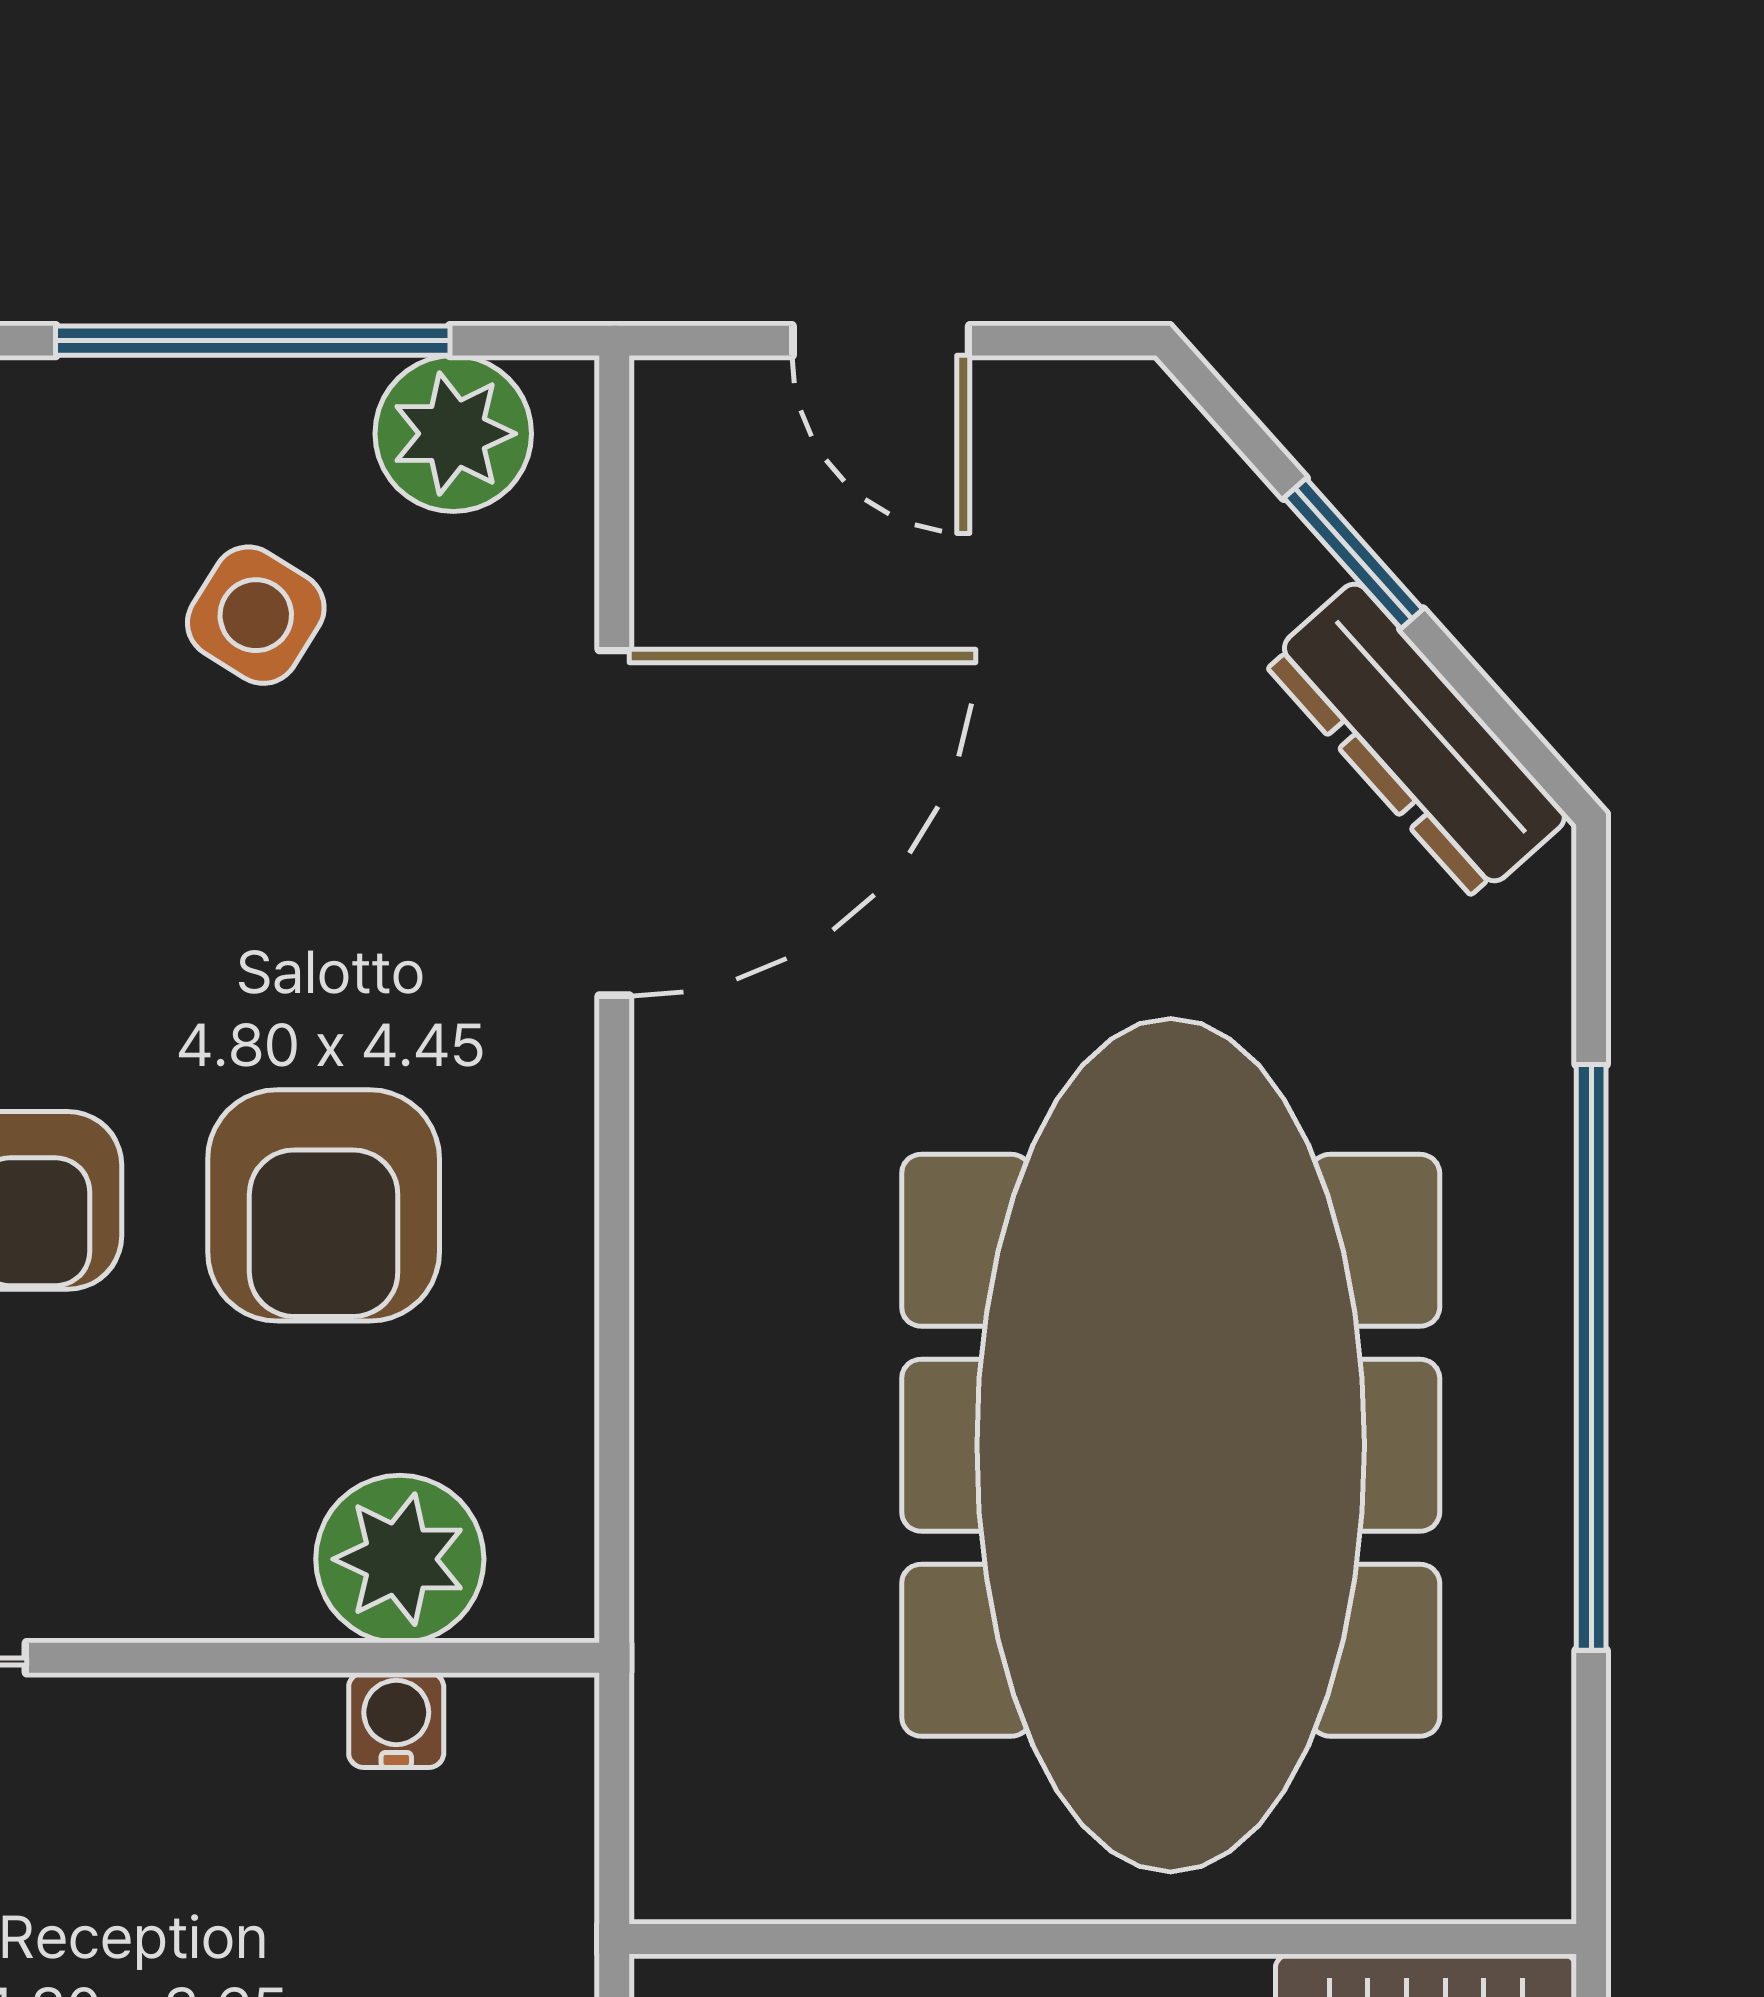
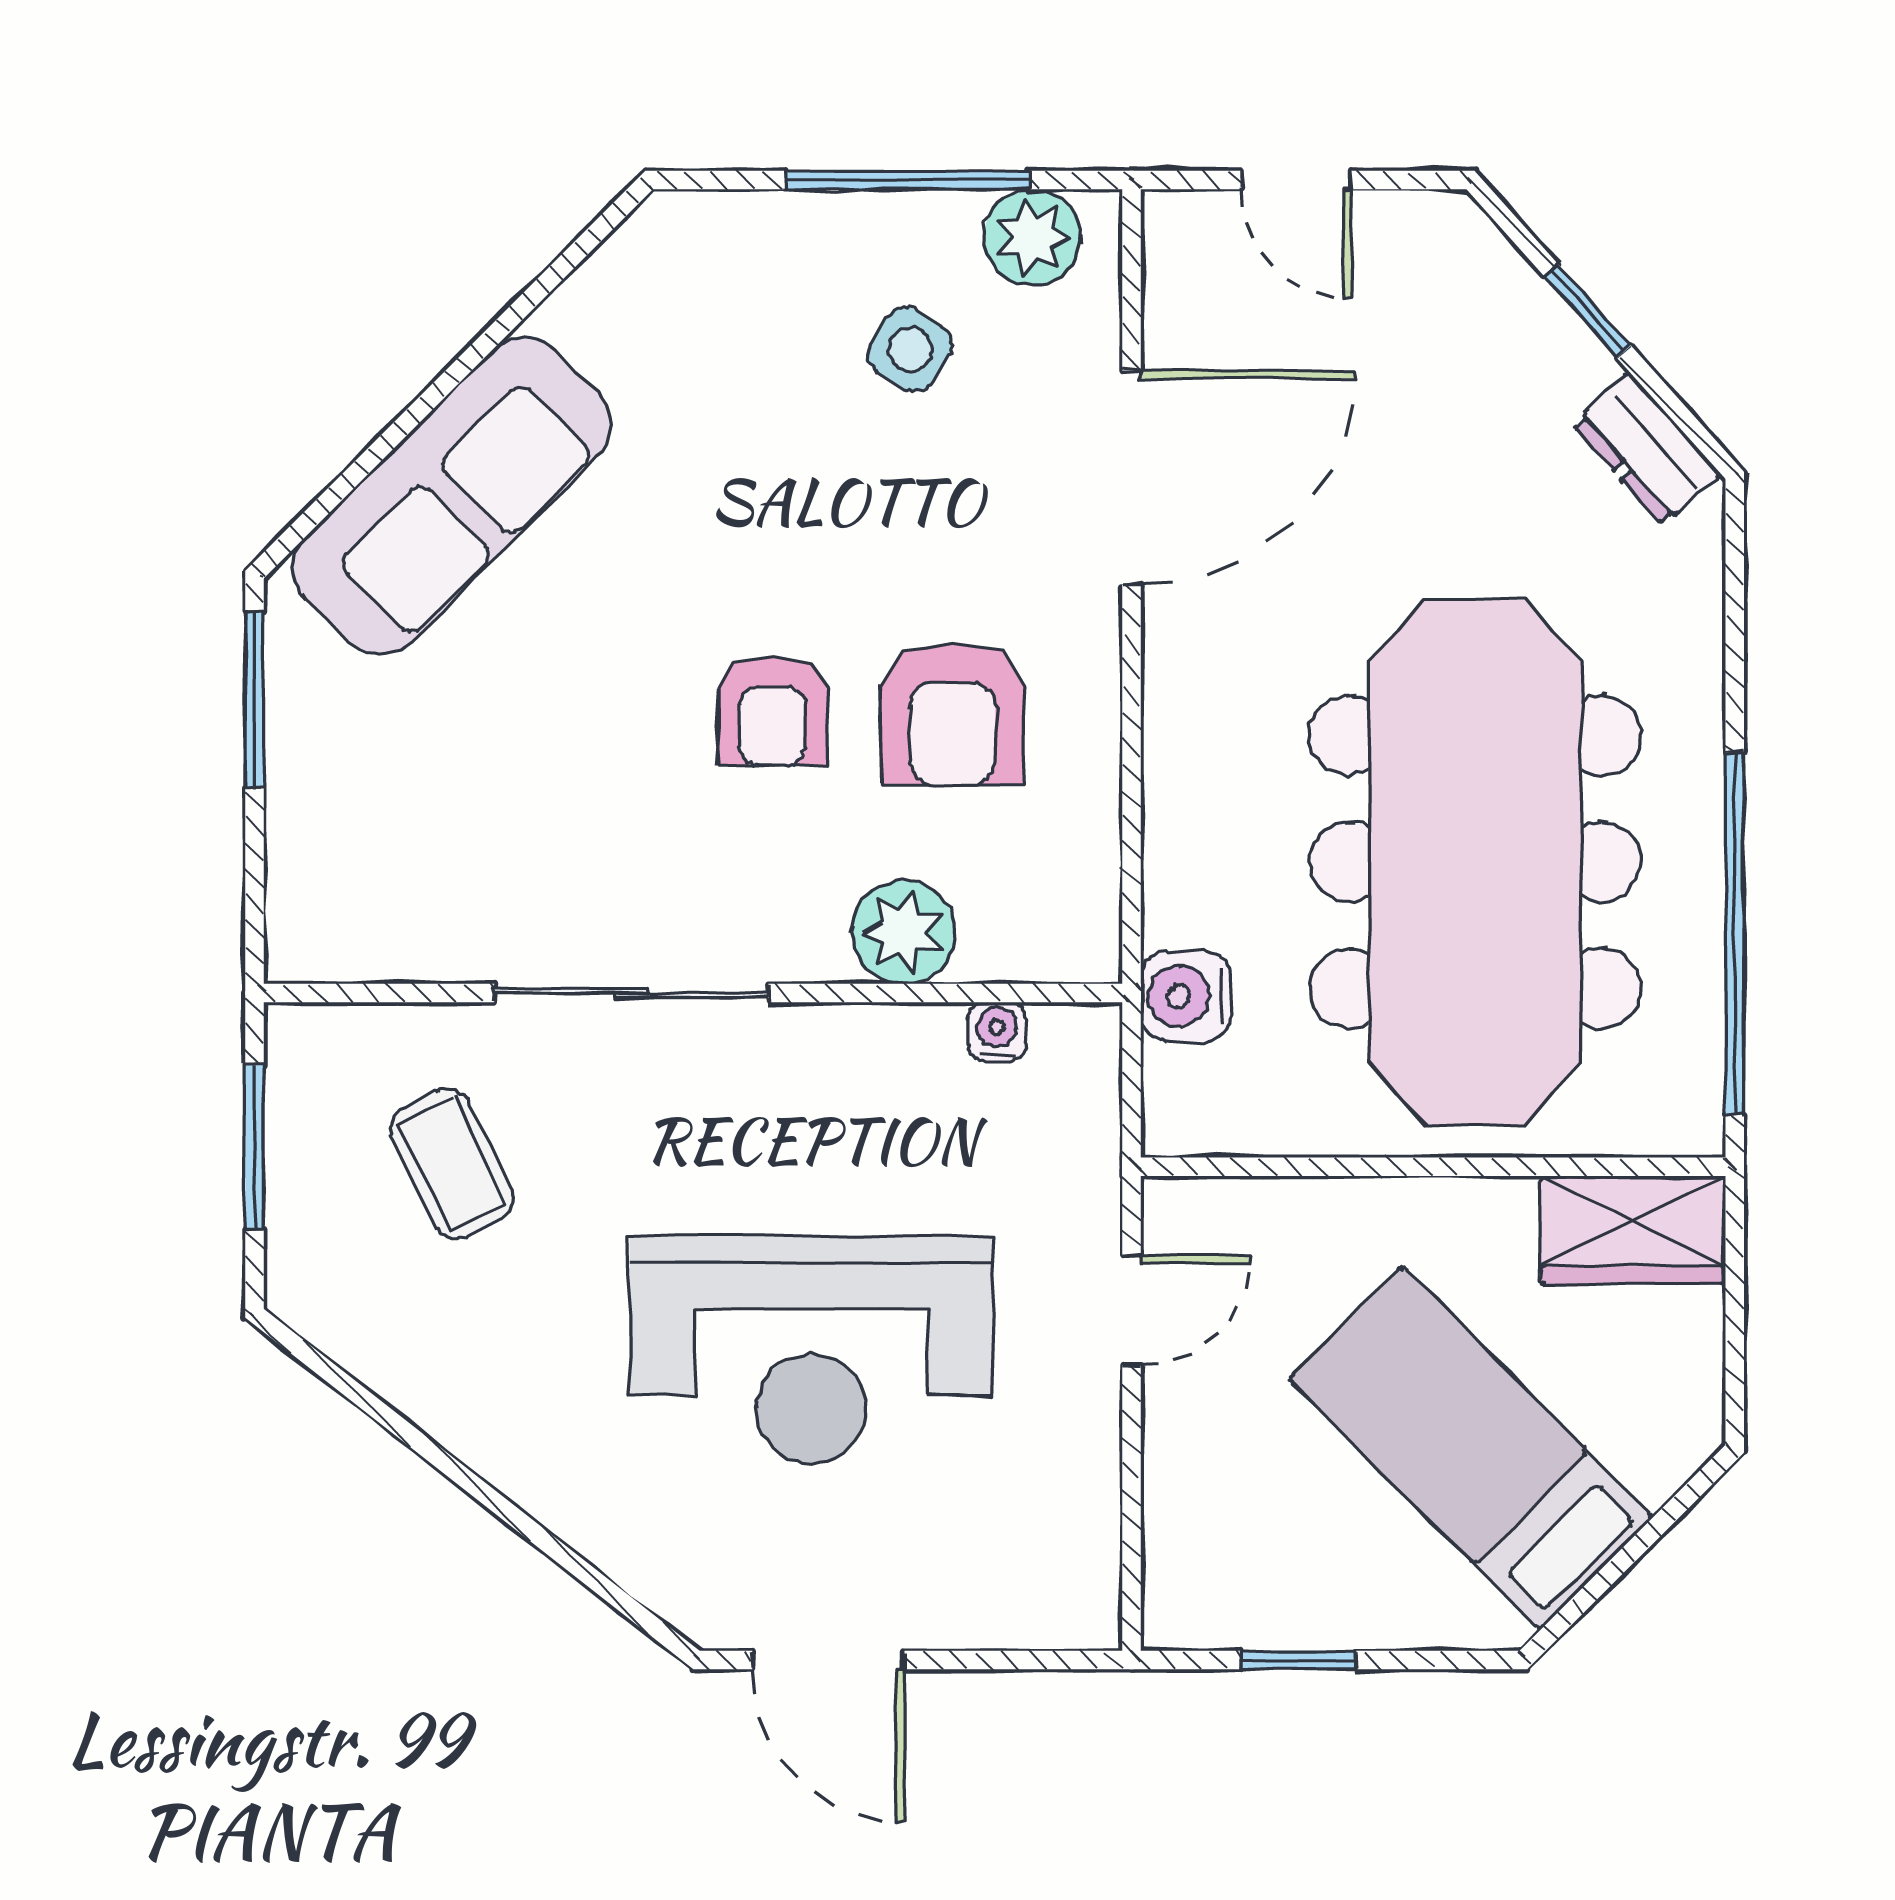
dresser: (1416, 740) -> (1647, 449), width x0.70
window: (1591, 1357) -> (1735, 934), moved
plant: (400, 1559) -> (904, 932), moved
water cooler: (702, 1663) -> (1186, 996), added

